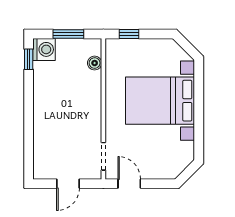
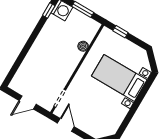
boiler: (95, 63) -> (83, 46), moved
bed with nightstands: (160, 101) -> (119, 78), width x0.73

